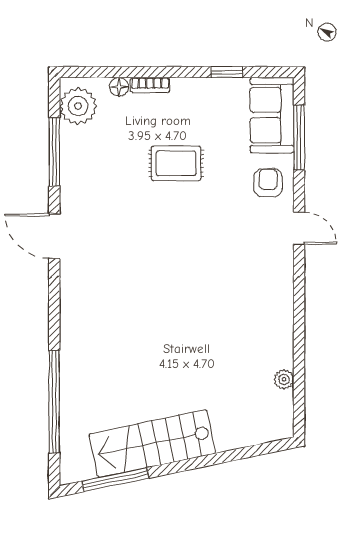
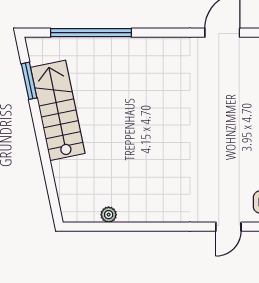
window: (115, 480) -> (29, 81), width x0.69

